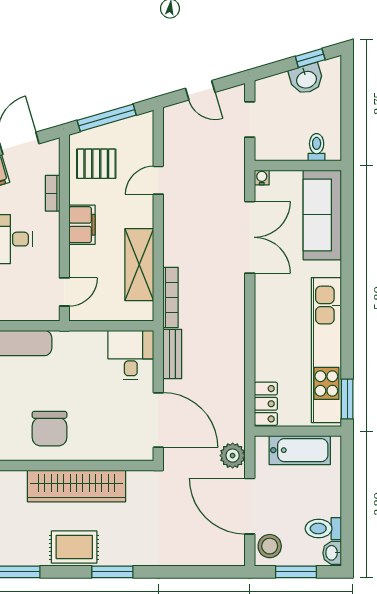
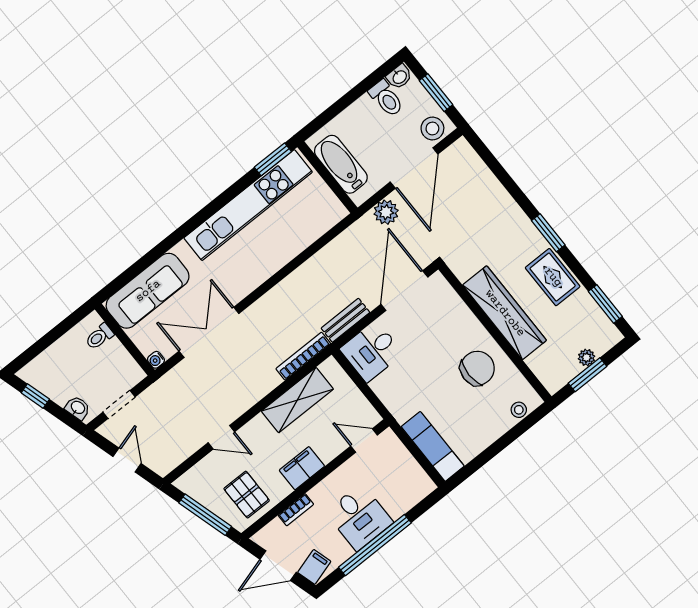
washbasin: (306, 79) -> (78, 408), moved, width x0.72, depth x0.69
locker: (266, 404) -> (326, 218), removed

